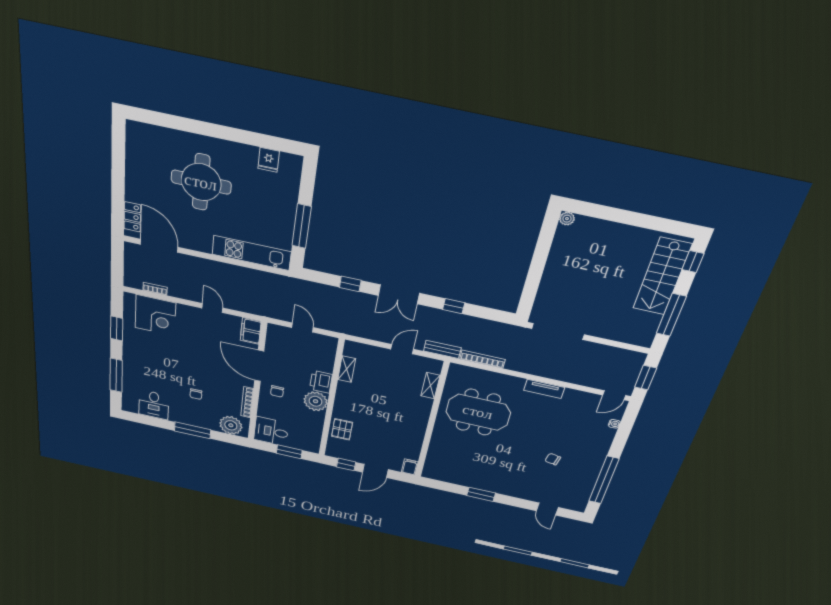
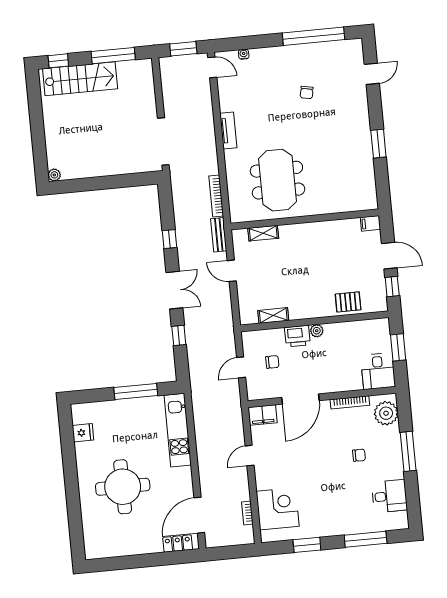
chair: (277, 391) -> (272, 362), moved
plant: (316, 401) -> (317, 331), width x0.53, depth x0.53

